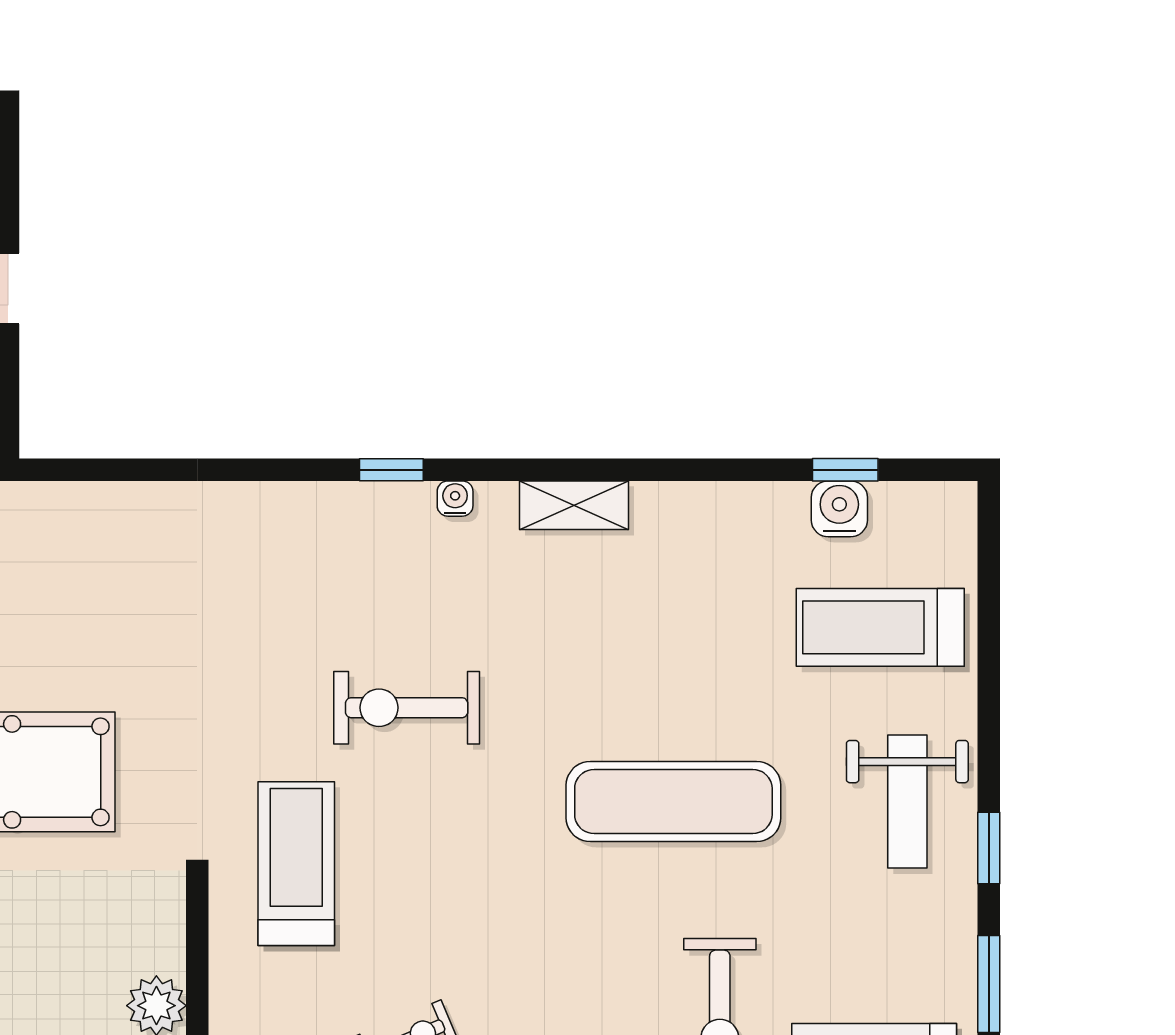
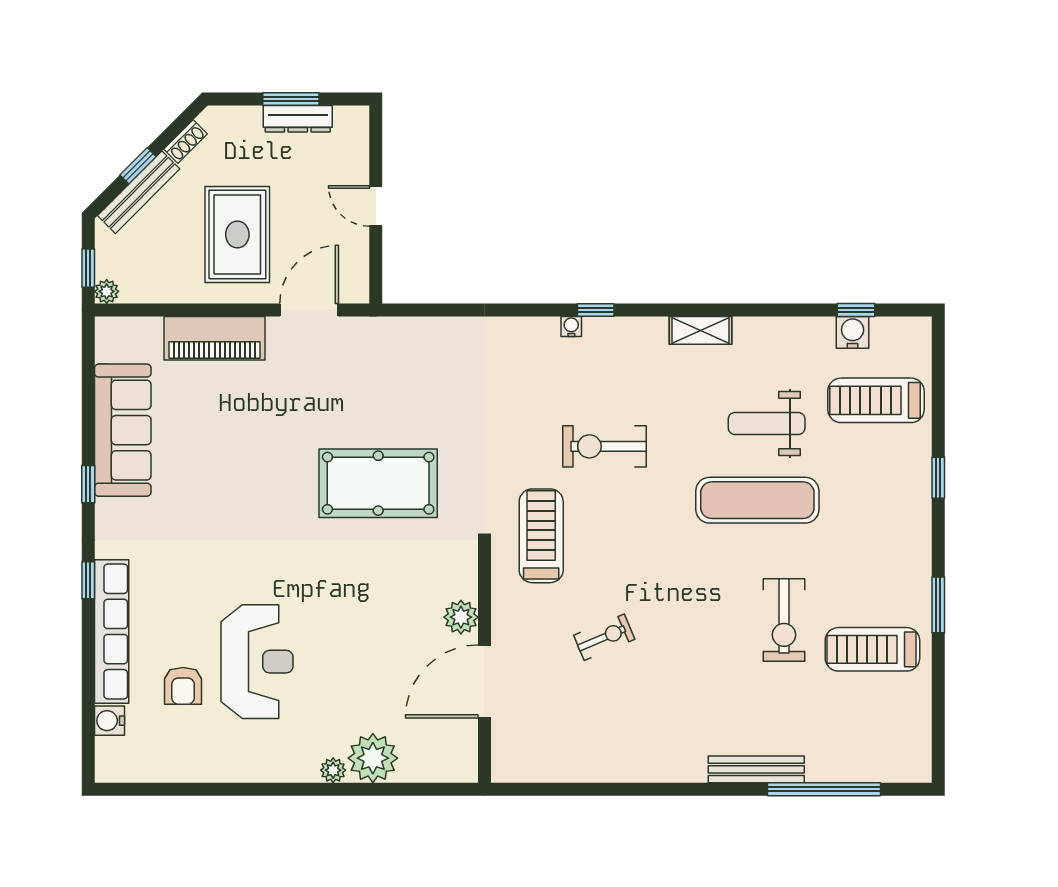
water cooler: (455, 499) -> (571, 326), moved
weight bench: (907, 802) -> (767, 424), moved, turned 90
window: (989, 848) -> (938, 478), moved

